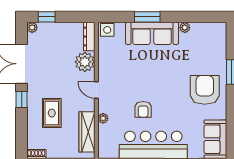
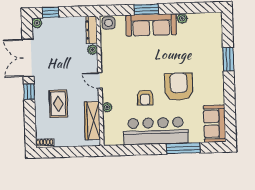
plant: (85, 62) -> (92, 50), width x0.53, depth x0.53
armchair: (205, 90) -> (179, 87), moved

